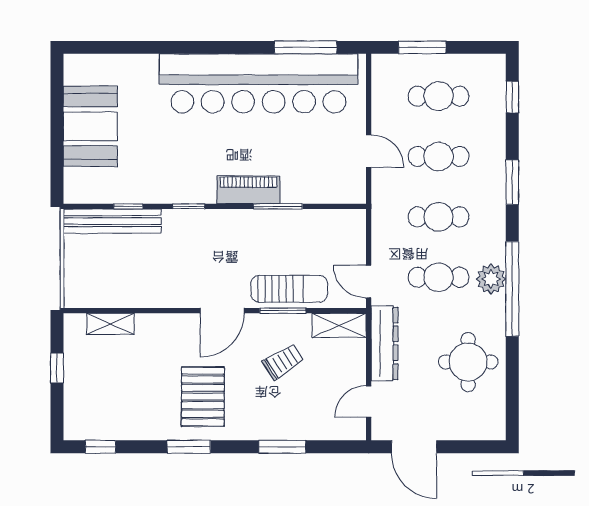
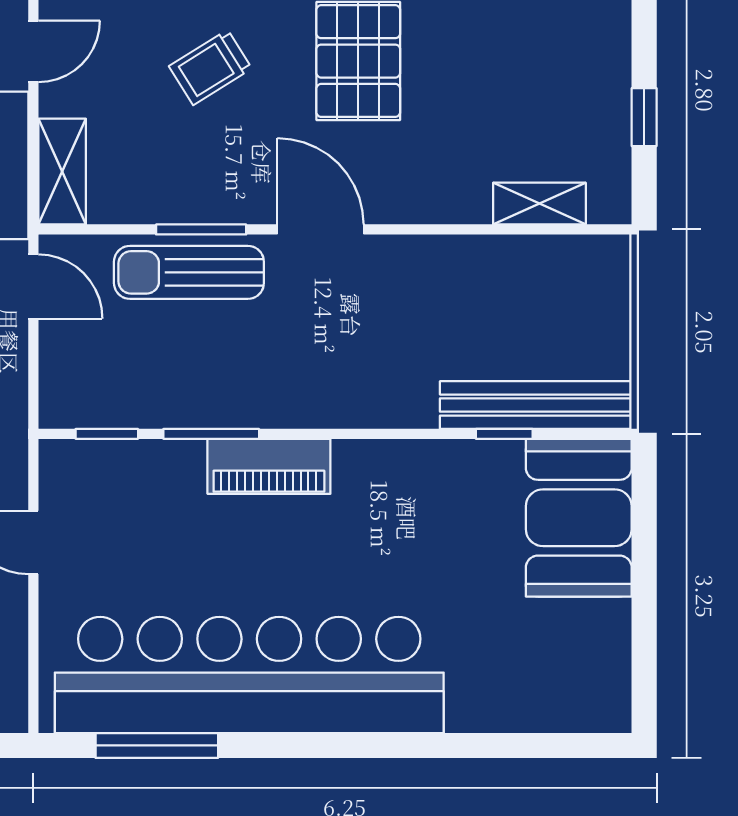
booth: (90, 126) -> (579, 518), moved
window: (189, 206) -> (107, 434), moved
door: (222, 311) -> (320, 229), hinge flipped
shelving: (339, 325) -> (62, 172), moved, turned 90
trolley: (283, 362) -> (210, 67), moved

